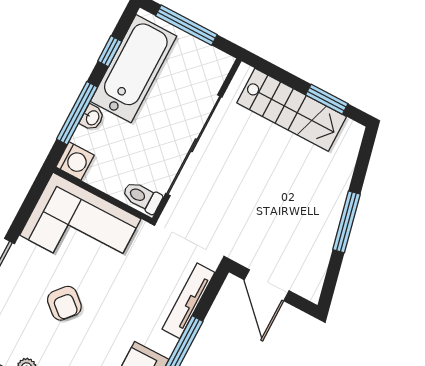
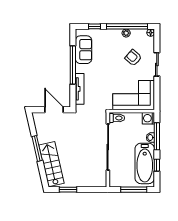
stairs: (292, 110) -> (51, 164), moved, turned 77
armchair: (64, 303) -> (133, 58), moved

